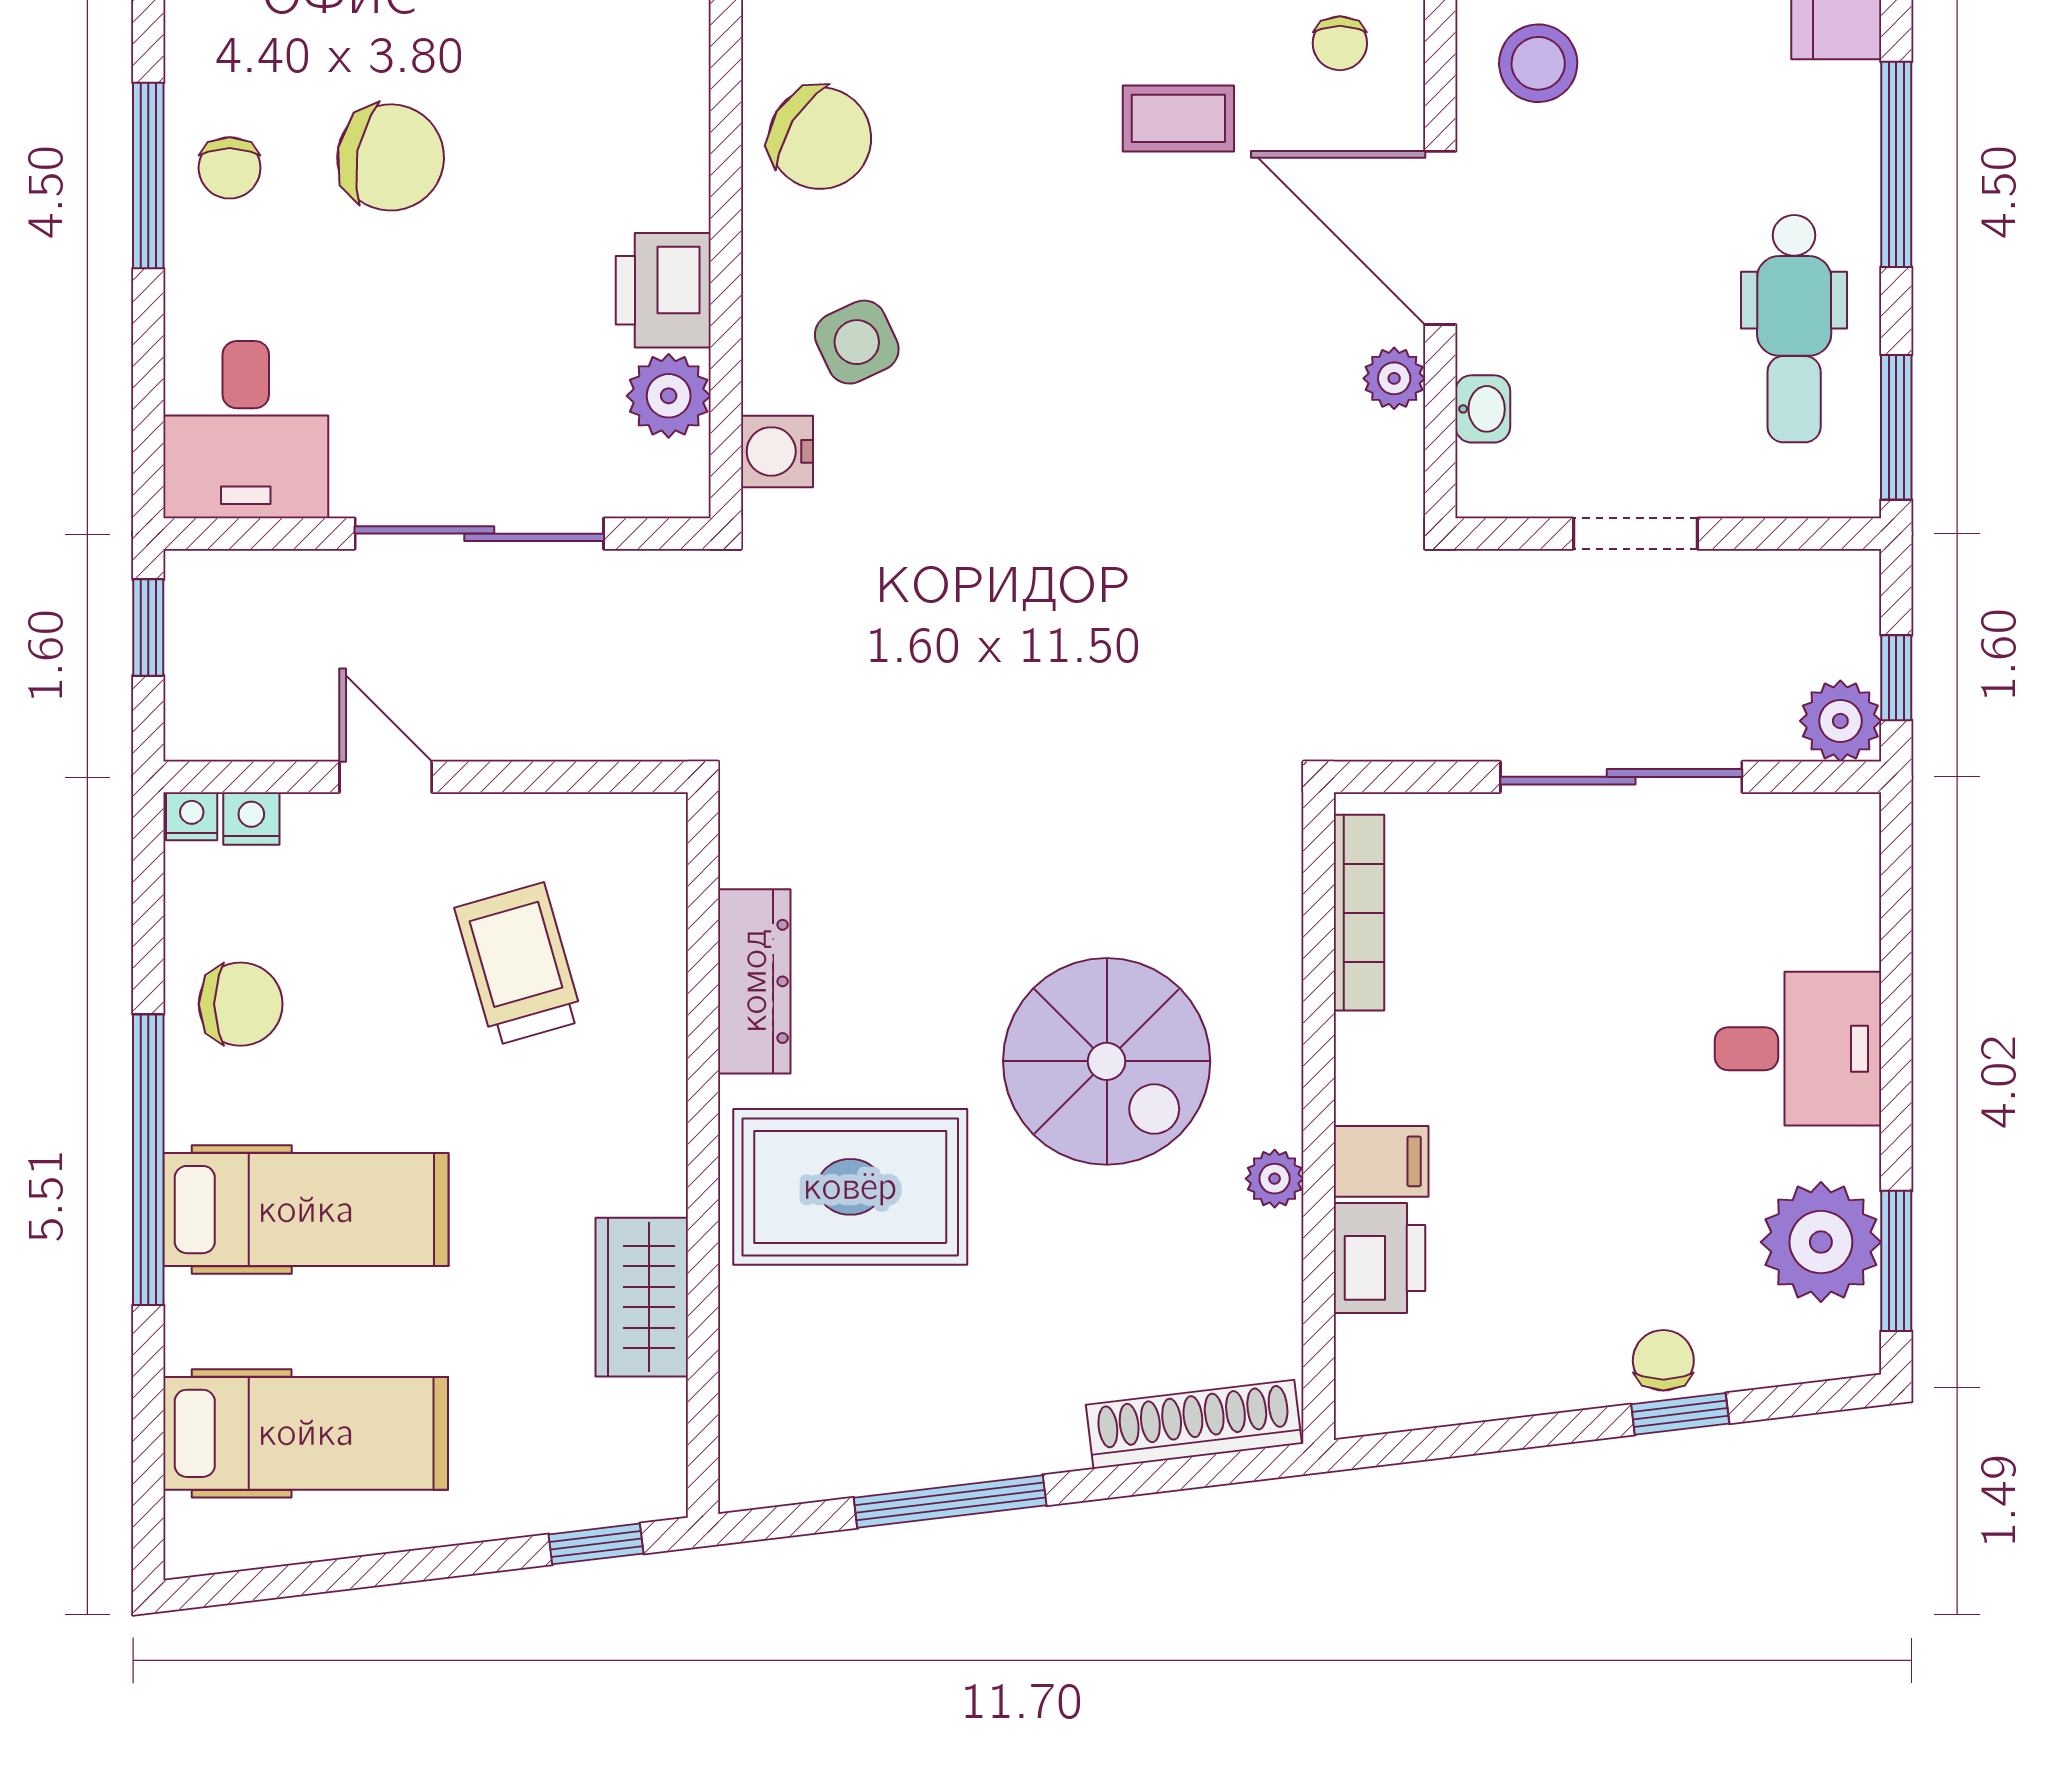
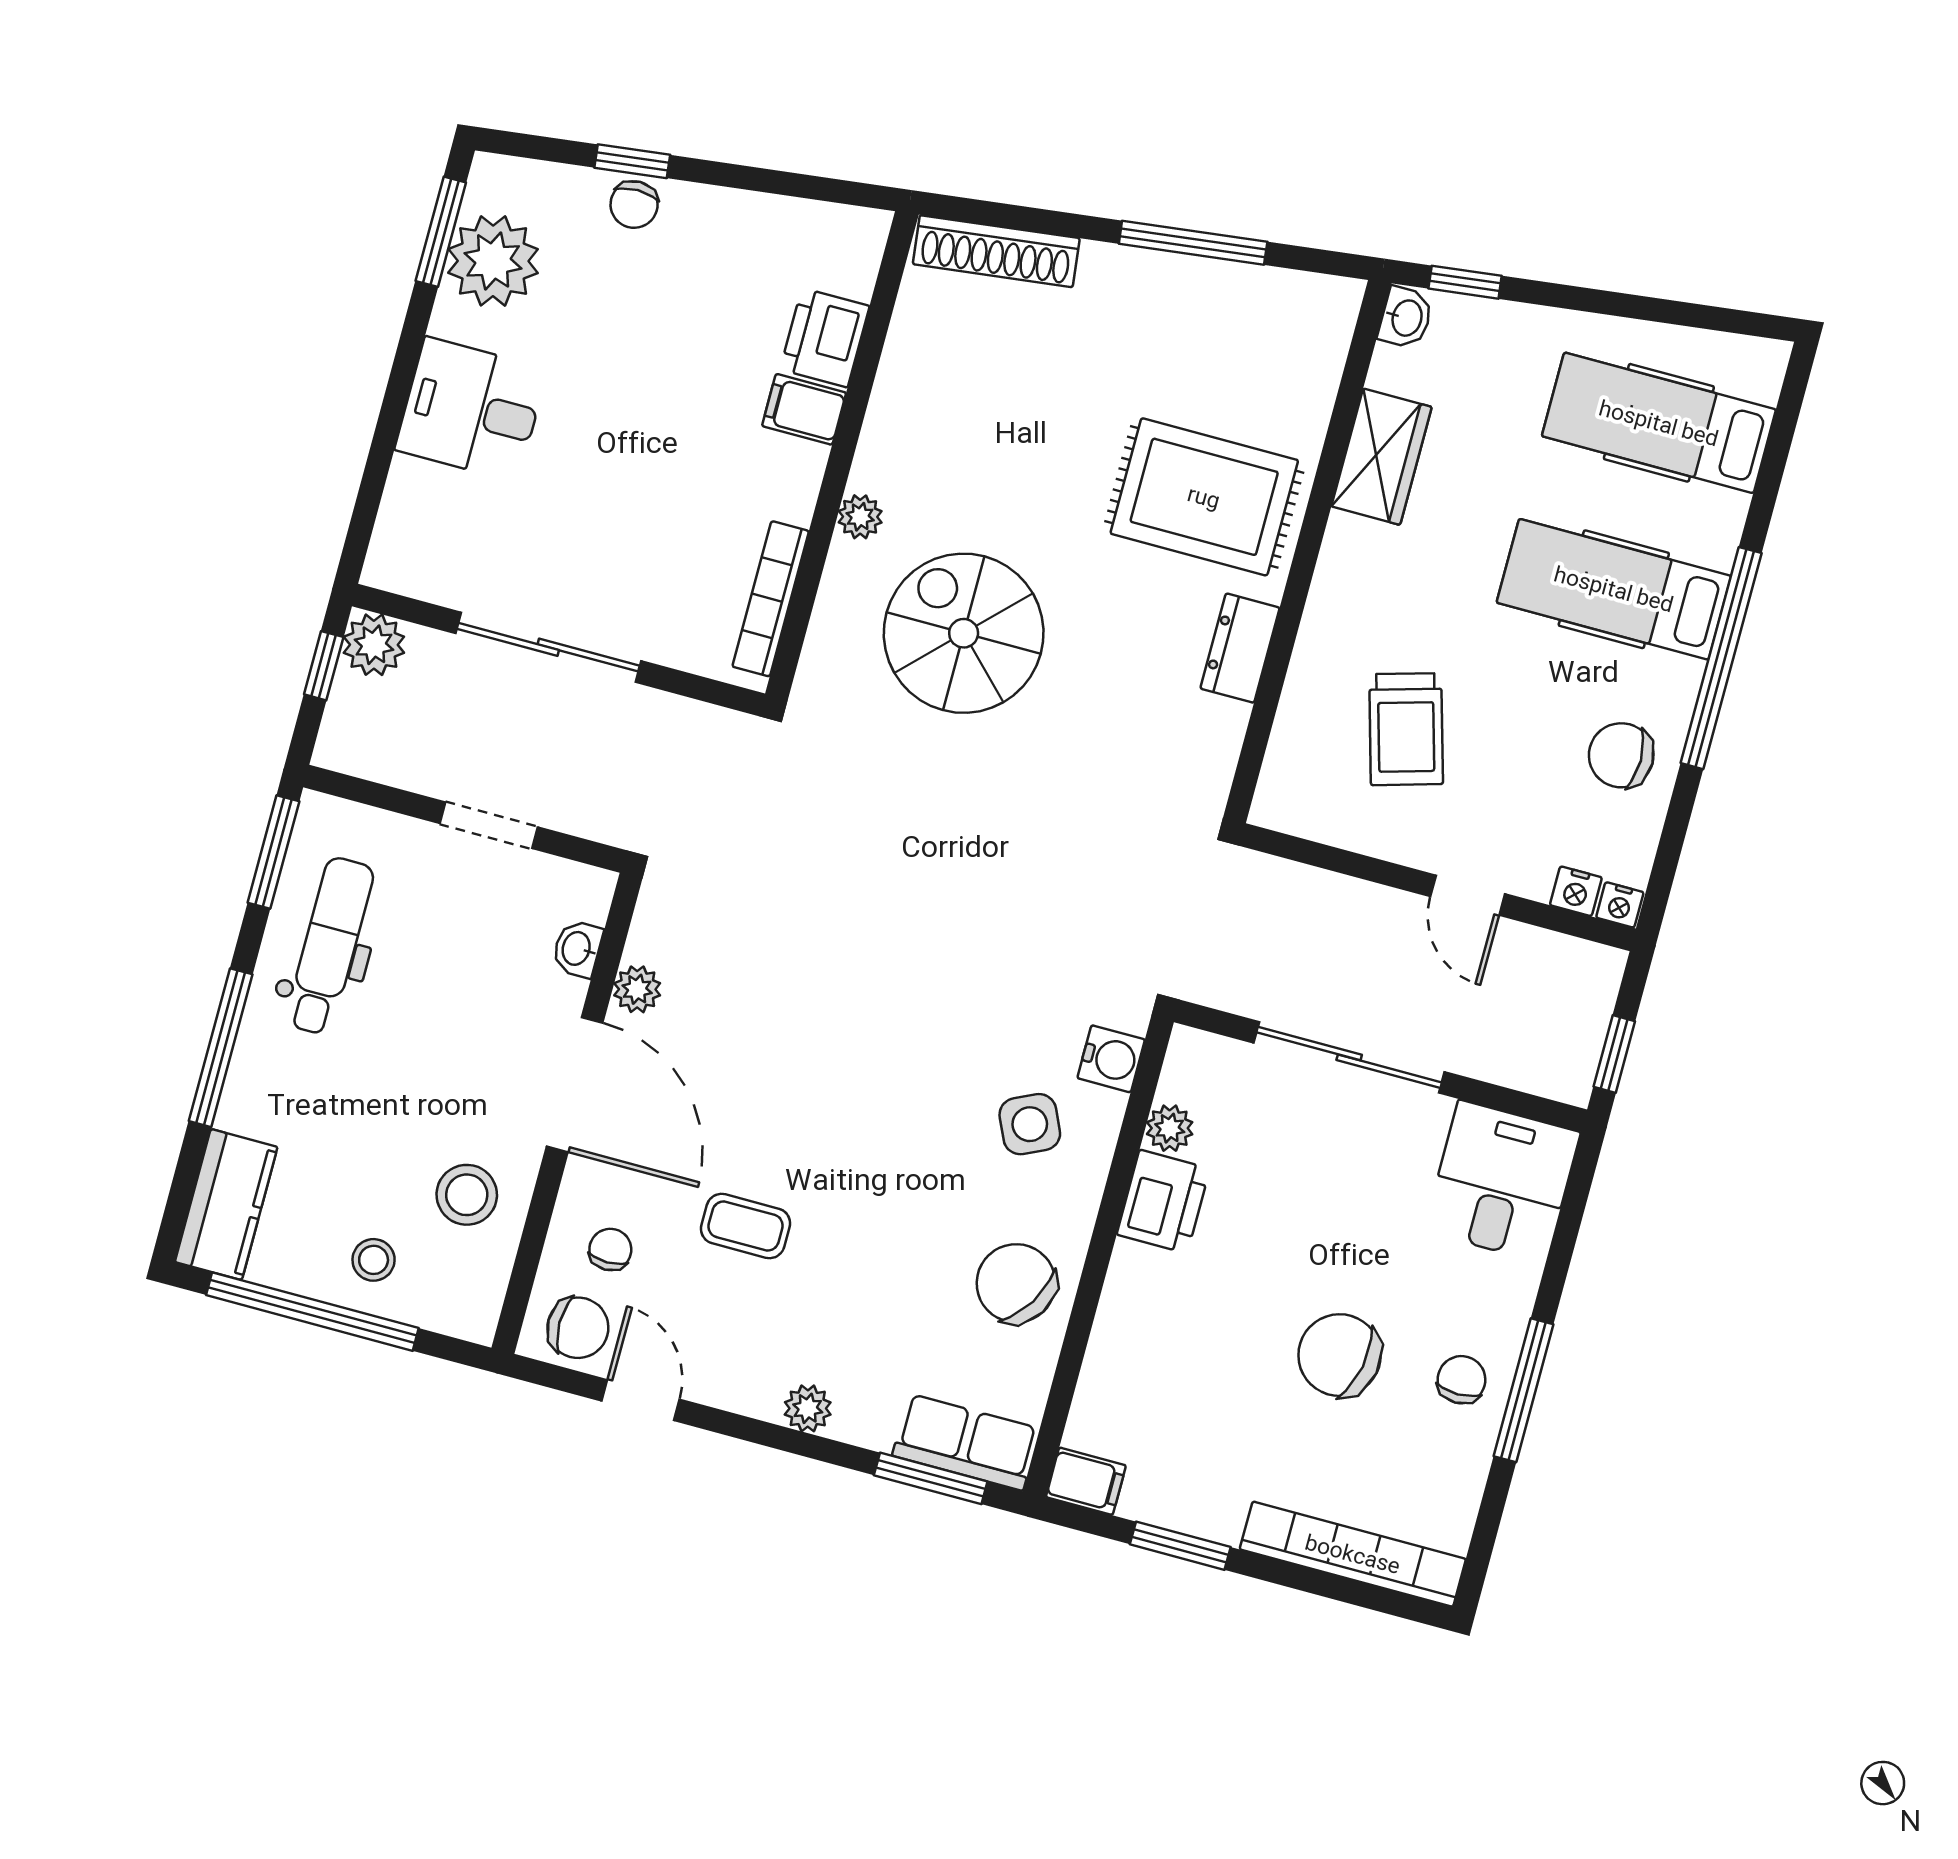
plant: (669, 396) -> (1170, 1128), width x0.73, depth x0.73
dresser: (754, 981) -> (1240, 648), width x0.70
spiral stairs: (1107, 1061) -> (964, 633), moved
plant: (1275, 1179) -> (860, 517), moved
washbasin: (658, 1479) -> (1406, 318), added

